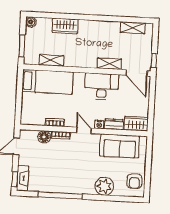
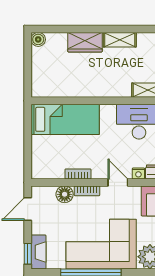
window: (22, 46) -> (28, 72), removed
shelving: (51, 60) -> (120, 40), moved
corner sofa: (69, 175) -> (101, 244), added

